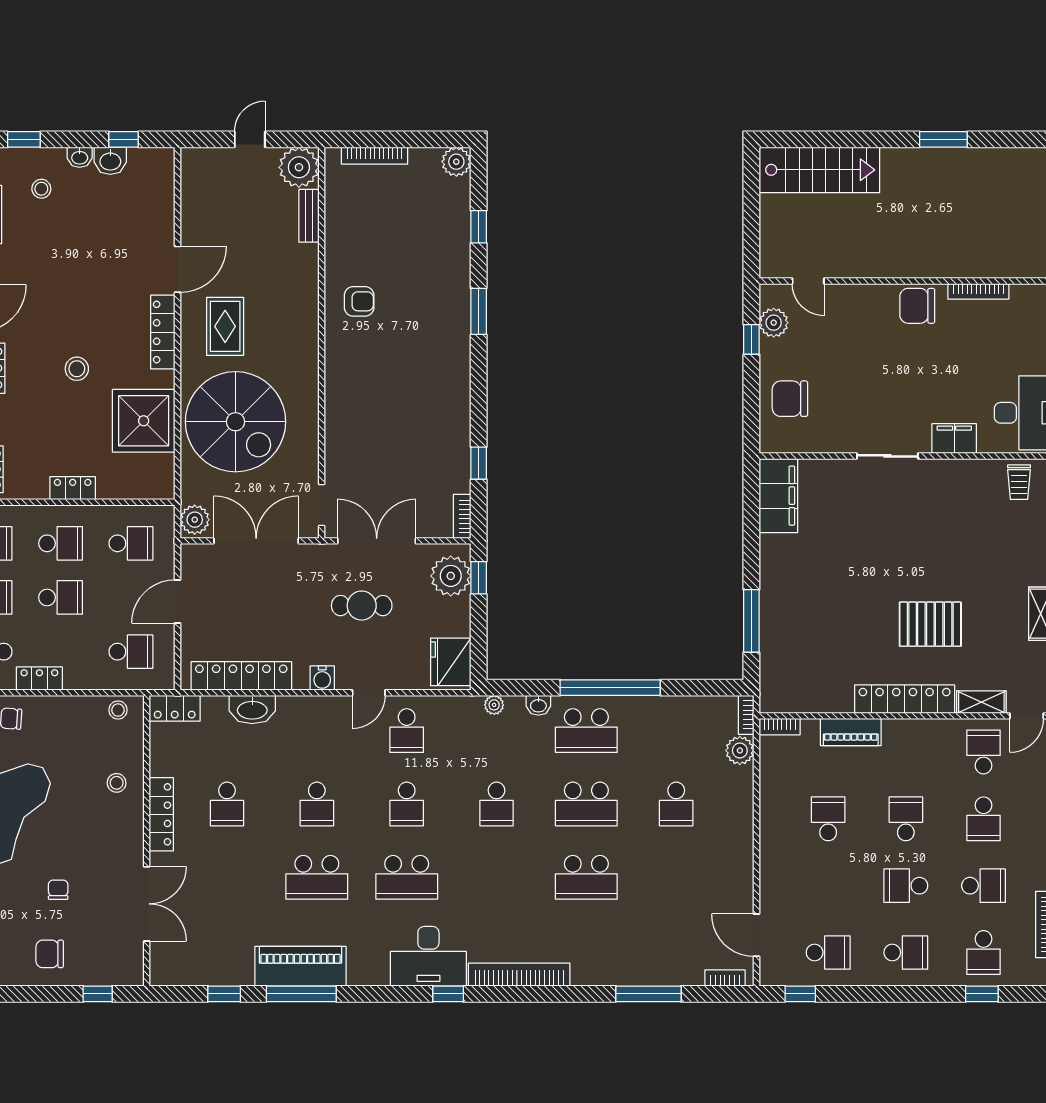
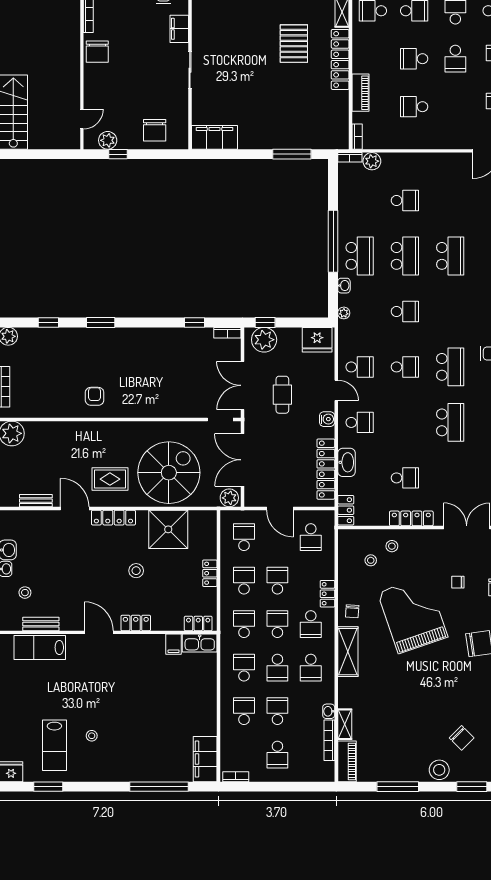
bench: (309, 216) -> (36, 501), moved
school desk: (131, 652) -> (311, 537), turned 180
stool: (118, 710) -> (371, 560), moved
school desk: (317, 804) -> (360, 422), moved

